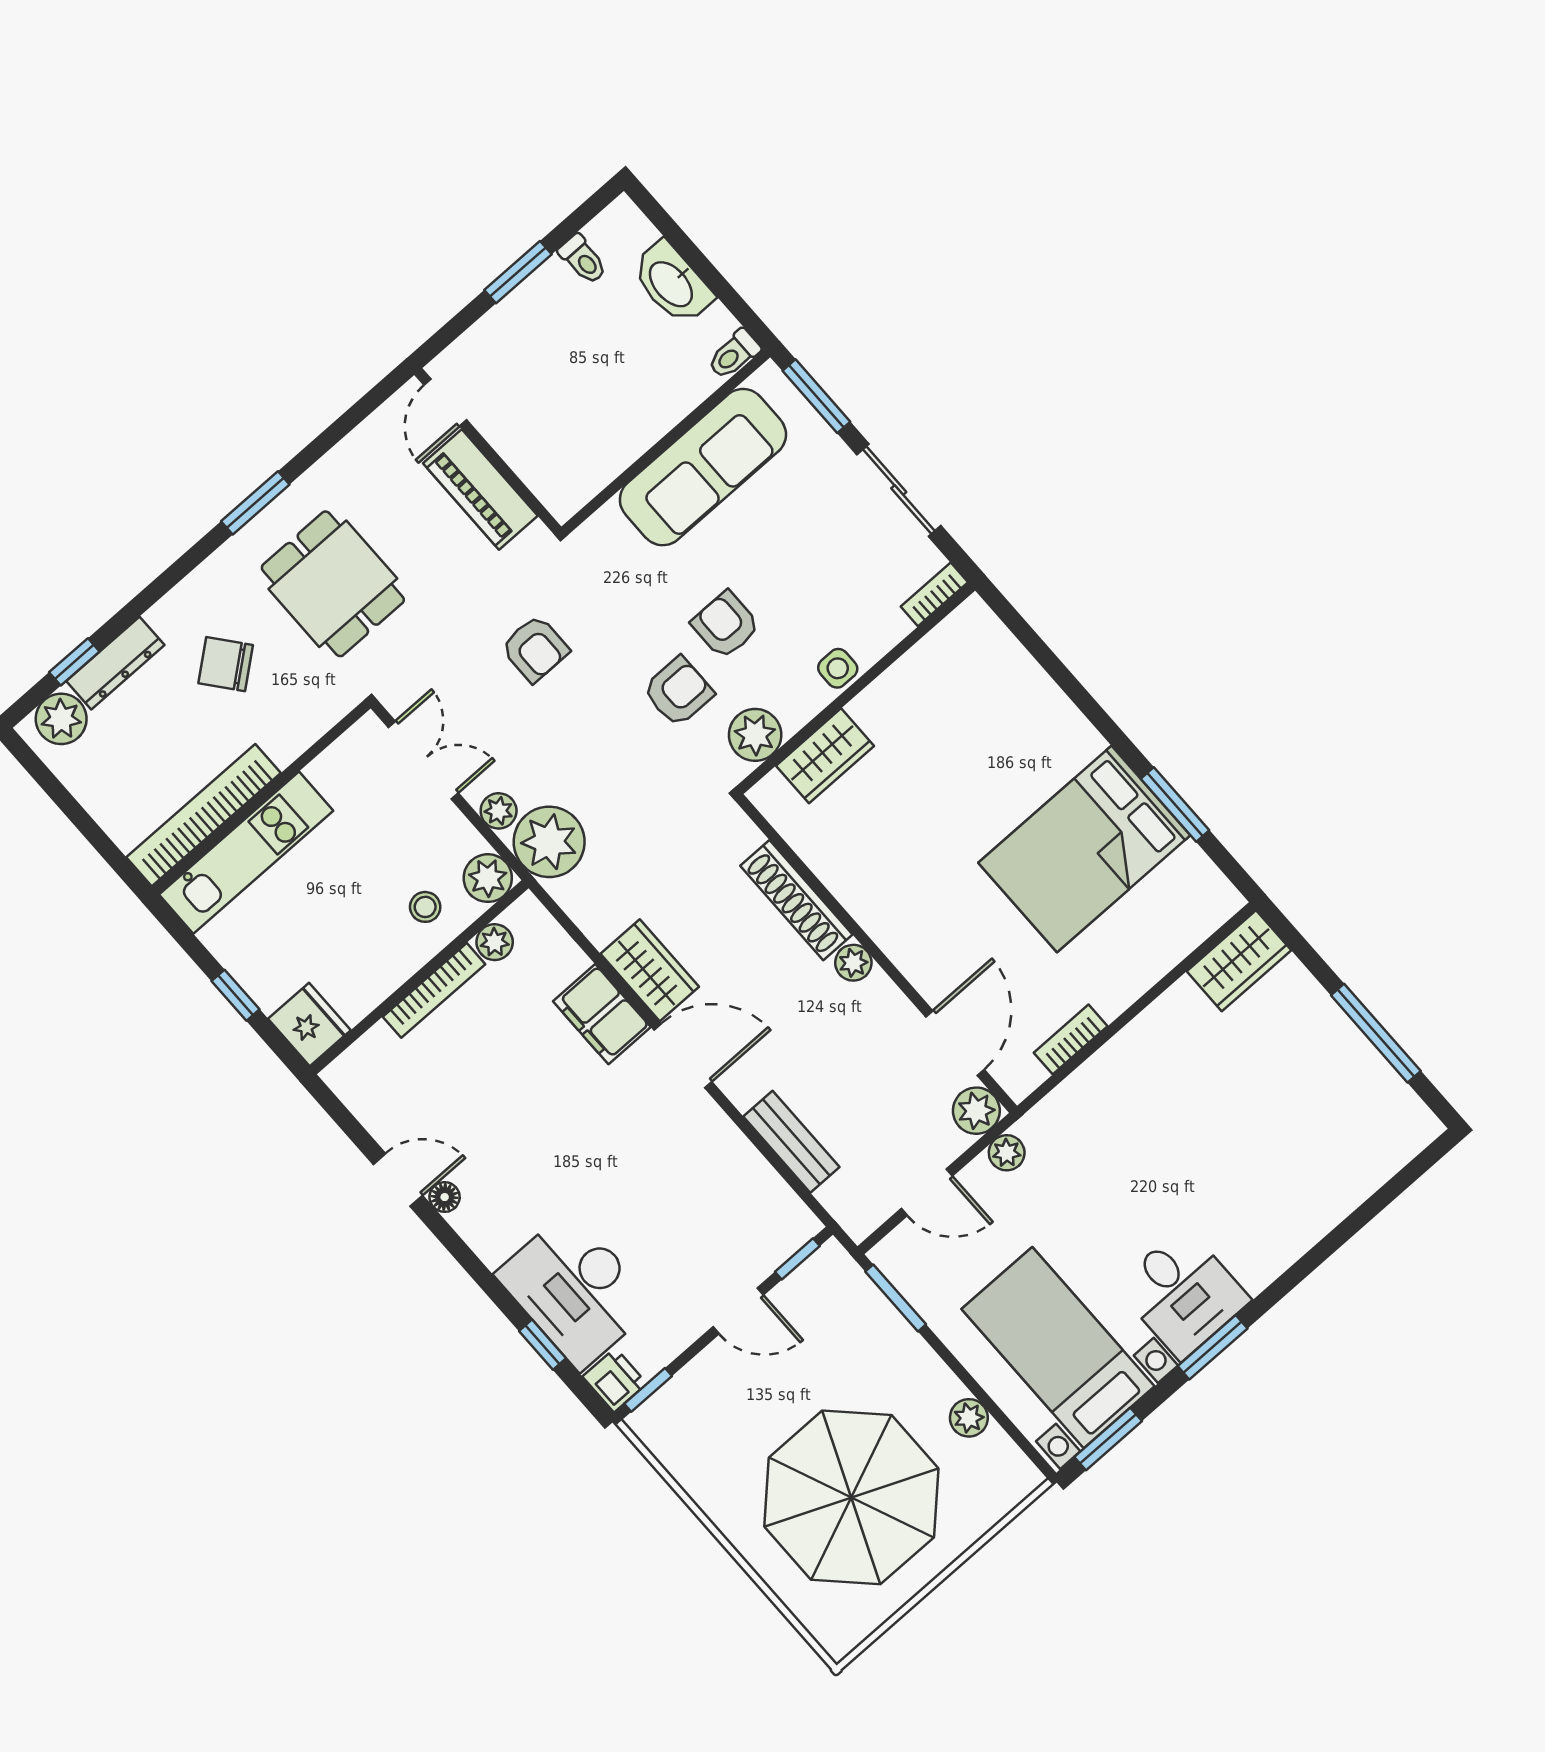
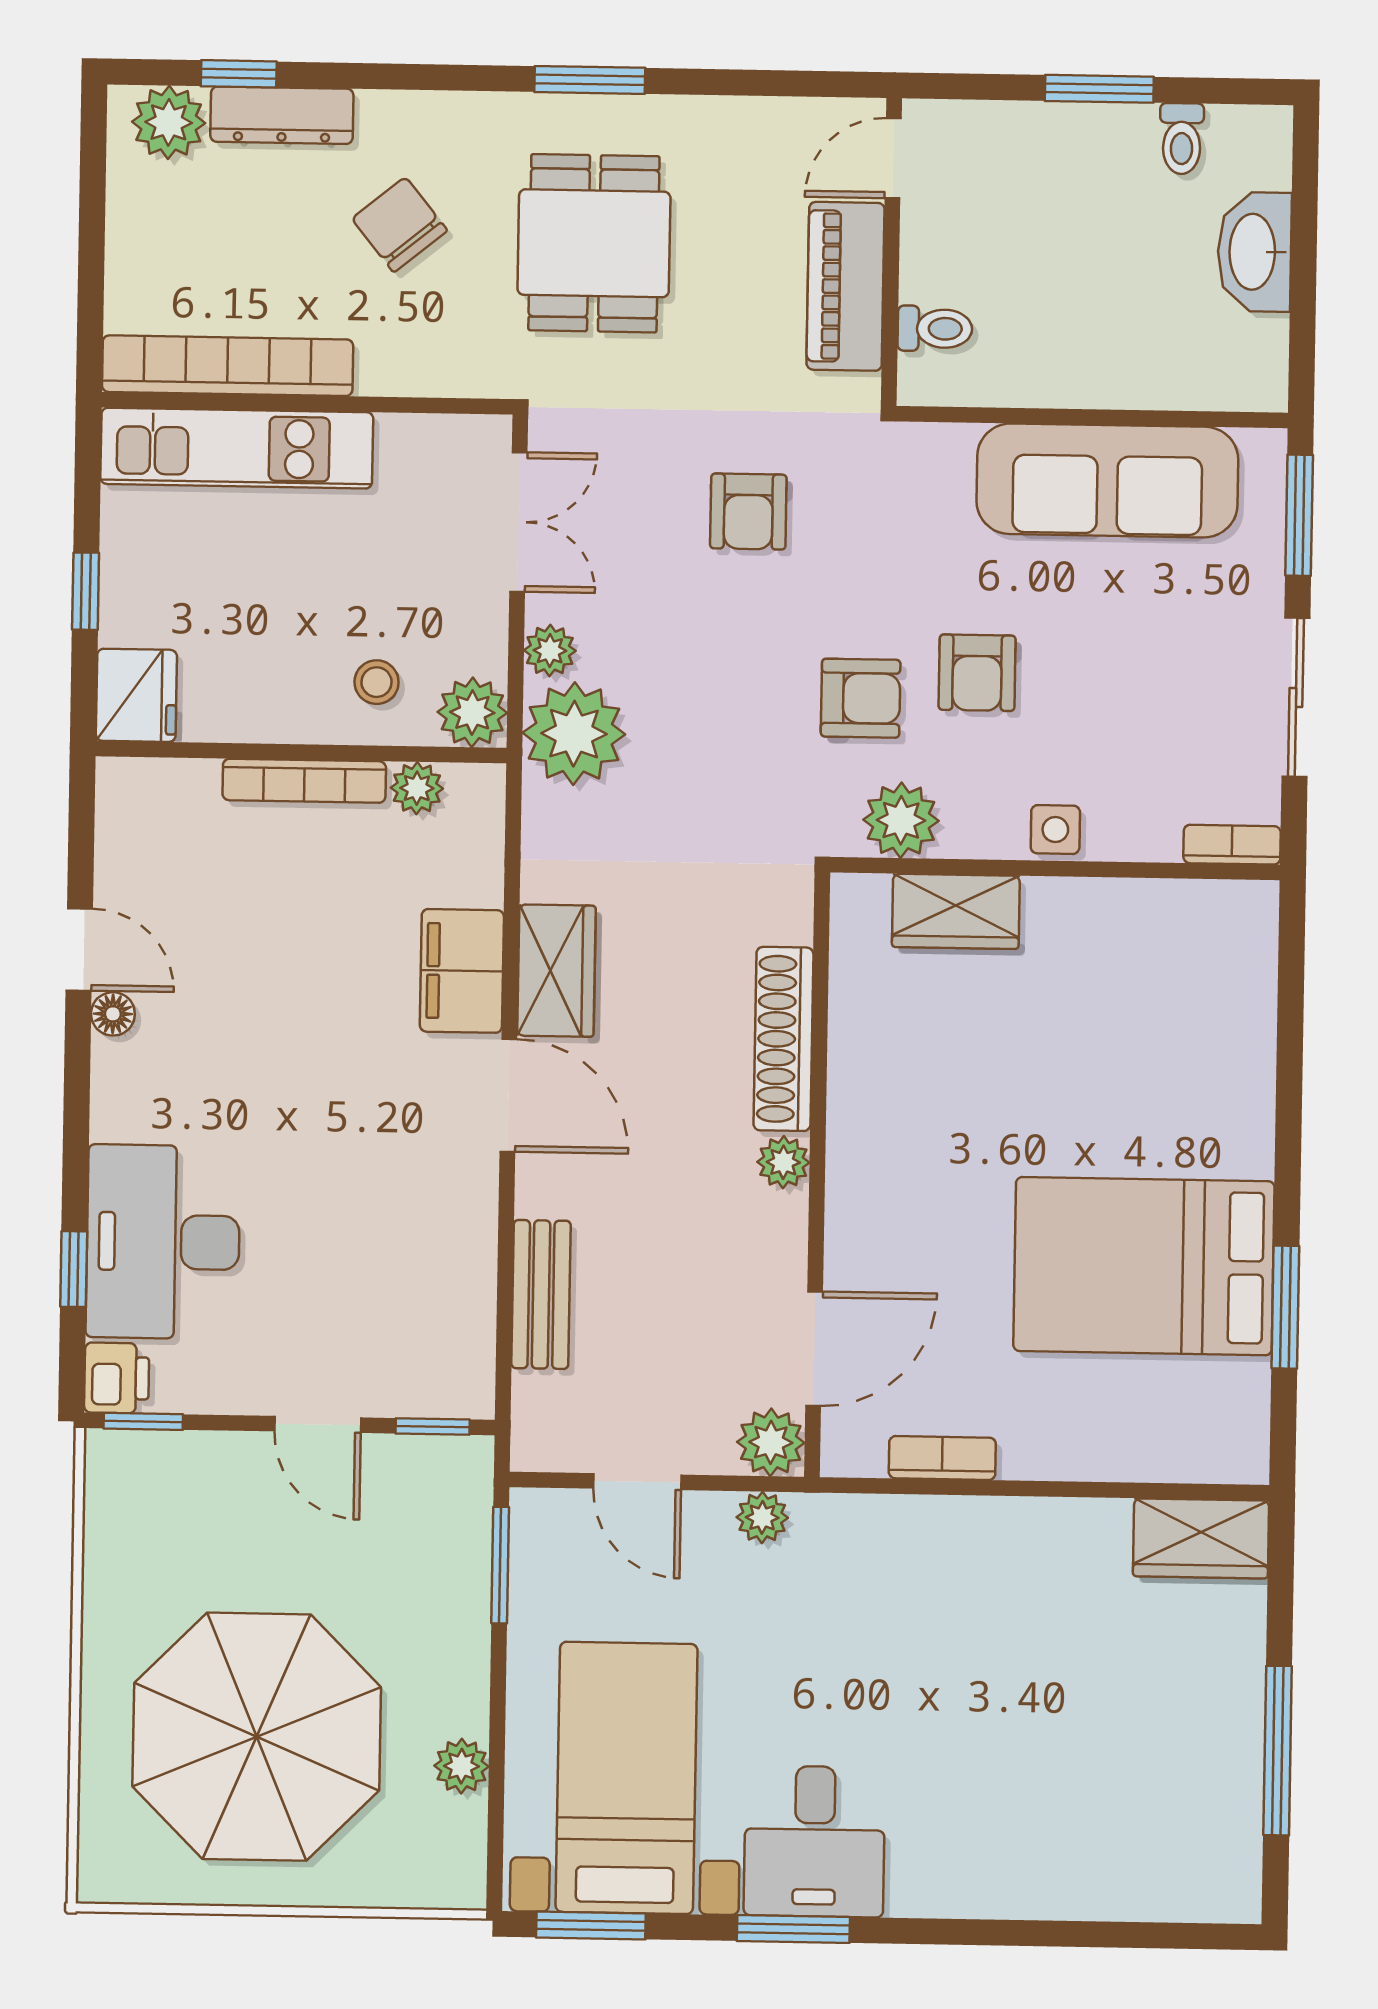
toilet: (734, 354) -> (935, 329), moved, turned 180
armchair: (726, 625) -> (977, 673), turned 180

